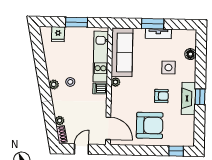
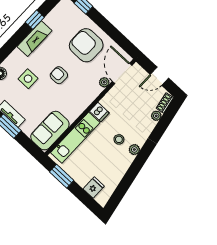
window: (77, 22) -> (62, 176), moved
sofa: (122, 52) -> (50, 131), width x0.73
plant: (115, 82) -> (104, 82), moved
armchair: (161, 96) -> (59, 75), moved
window: (200, 97) -> (35, 20), moved

